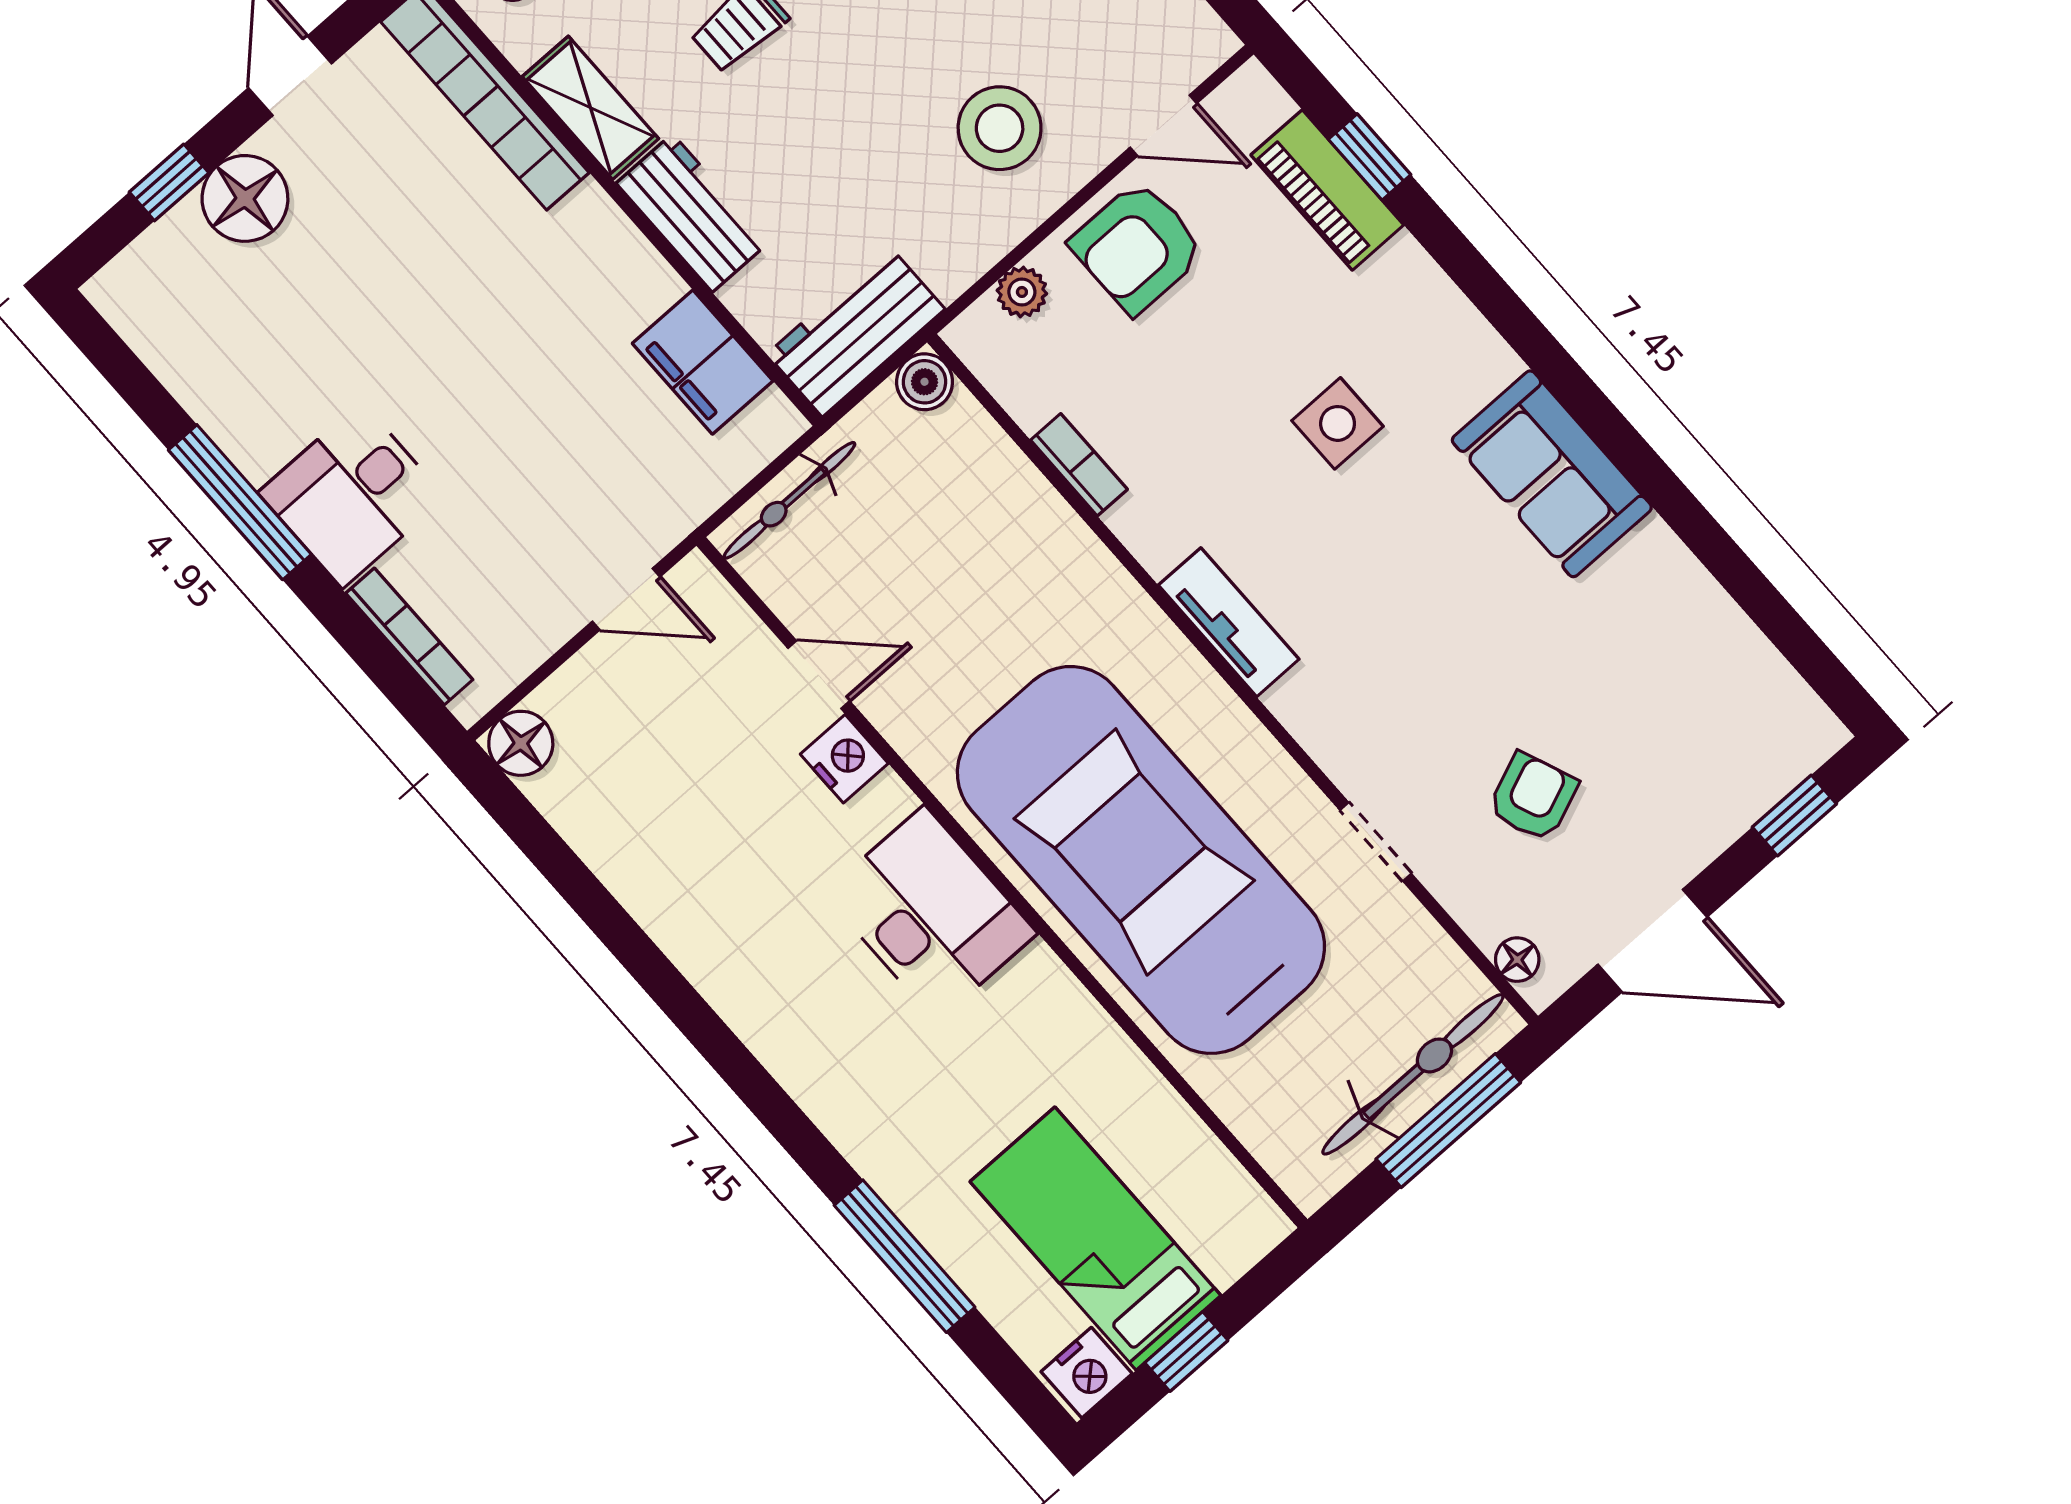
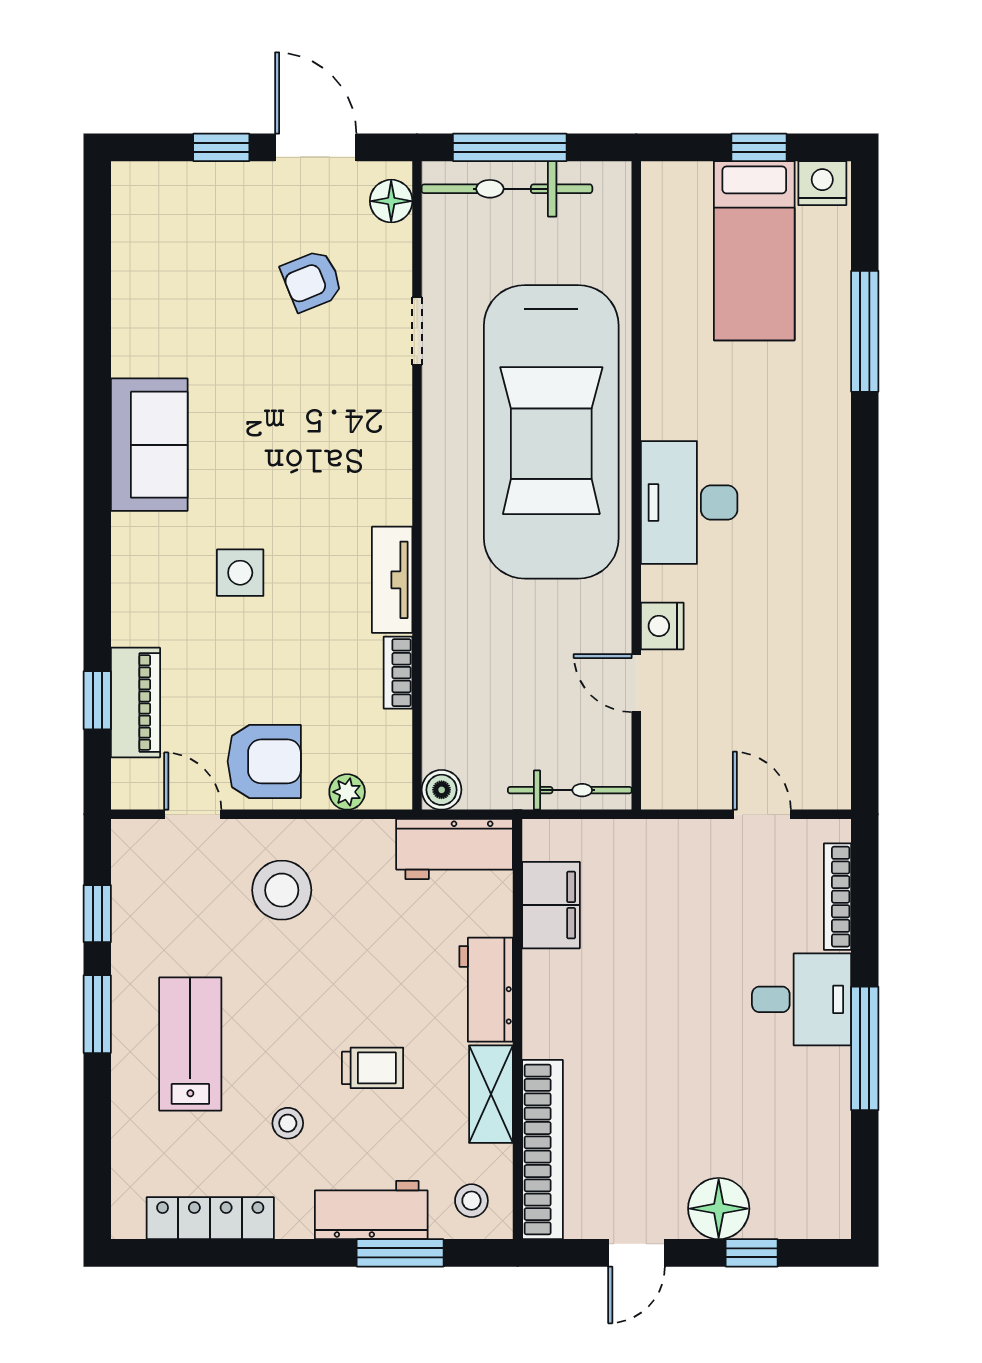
door: (626, 599) -> (762, 814), moved
tv unit: (1229, 622) -> (392, 580), moved
floor lamp: (521, 743) -> (828, 787), removed
window: (1794, 816) -> (221, 147), moved
floor lamp: (1517, 960) -> (391, 201), width x1.37, depth x1.37

